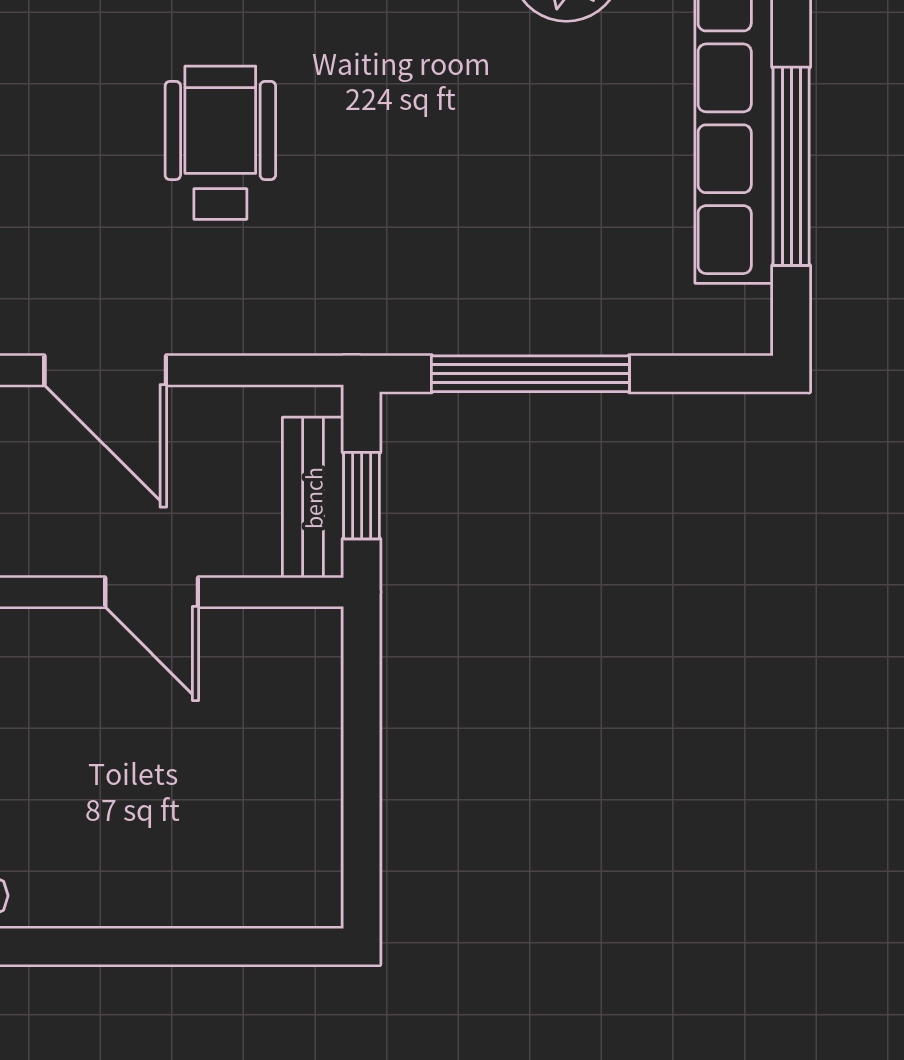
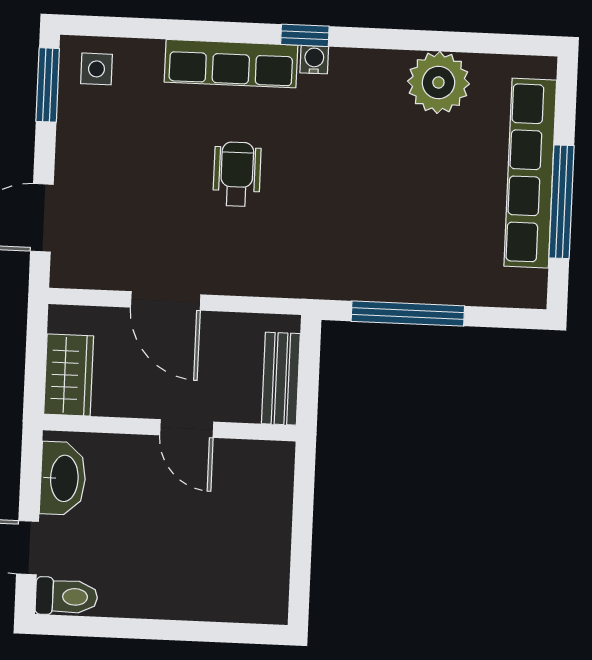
wheelchair: (220, 143) -> (237, 174), width x0.73, depth x0.73
window: (362, 496) -> (309, 379), removed

